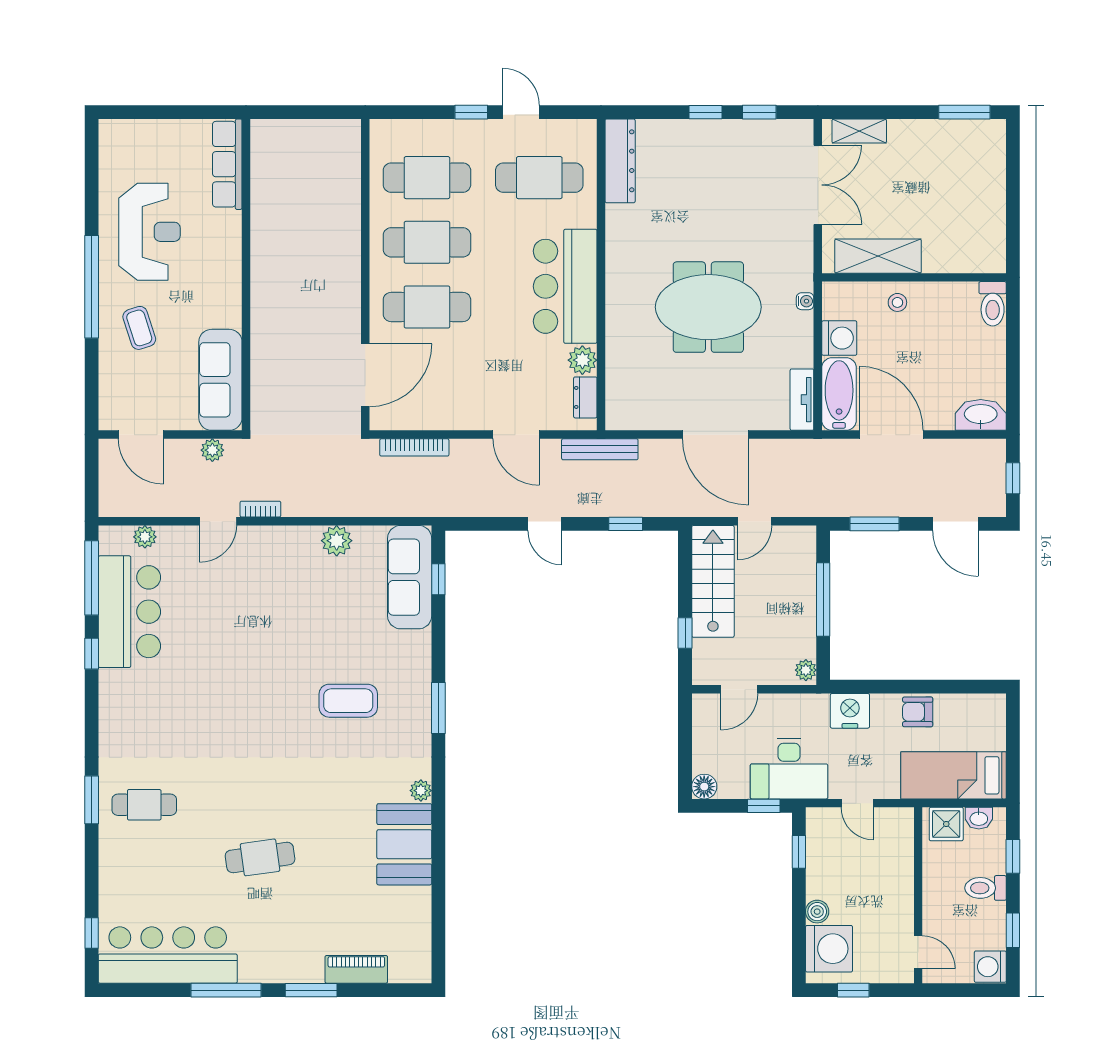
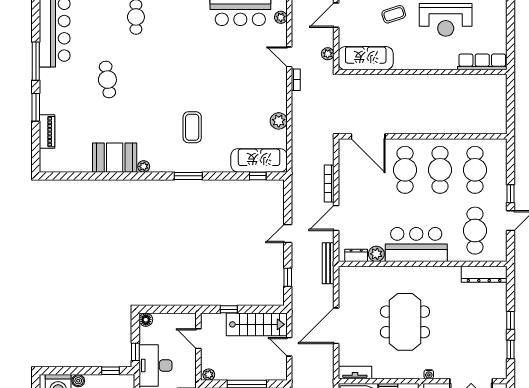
water cooler: (805, 301) -> (429, 374), moved
bookcase: (414, 447) -> (329, 183), moved

